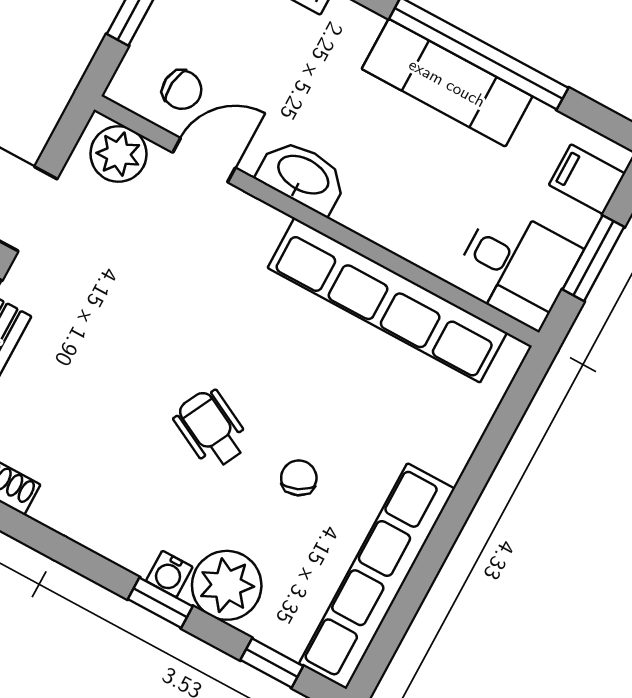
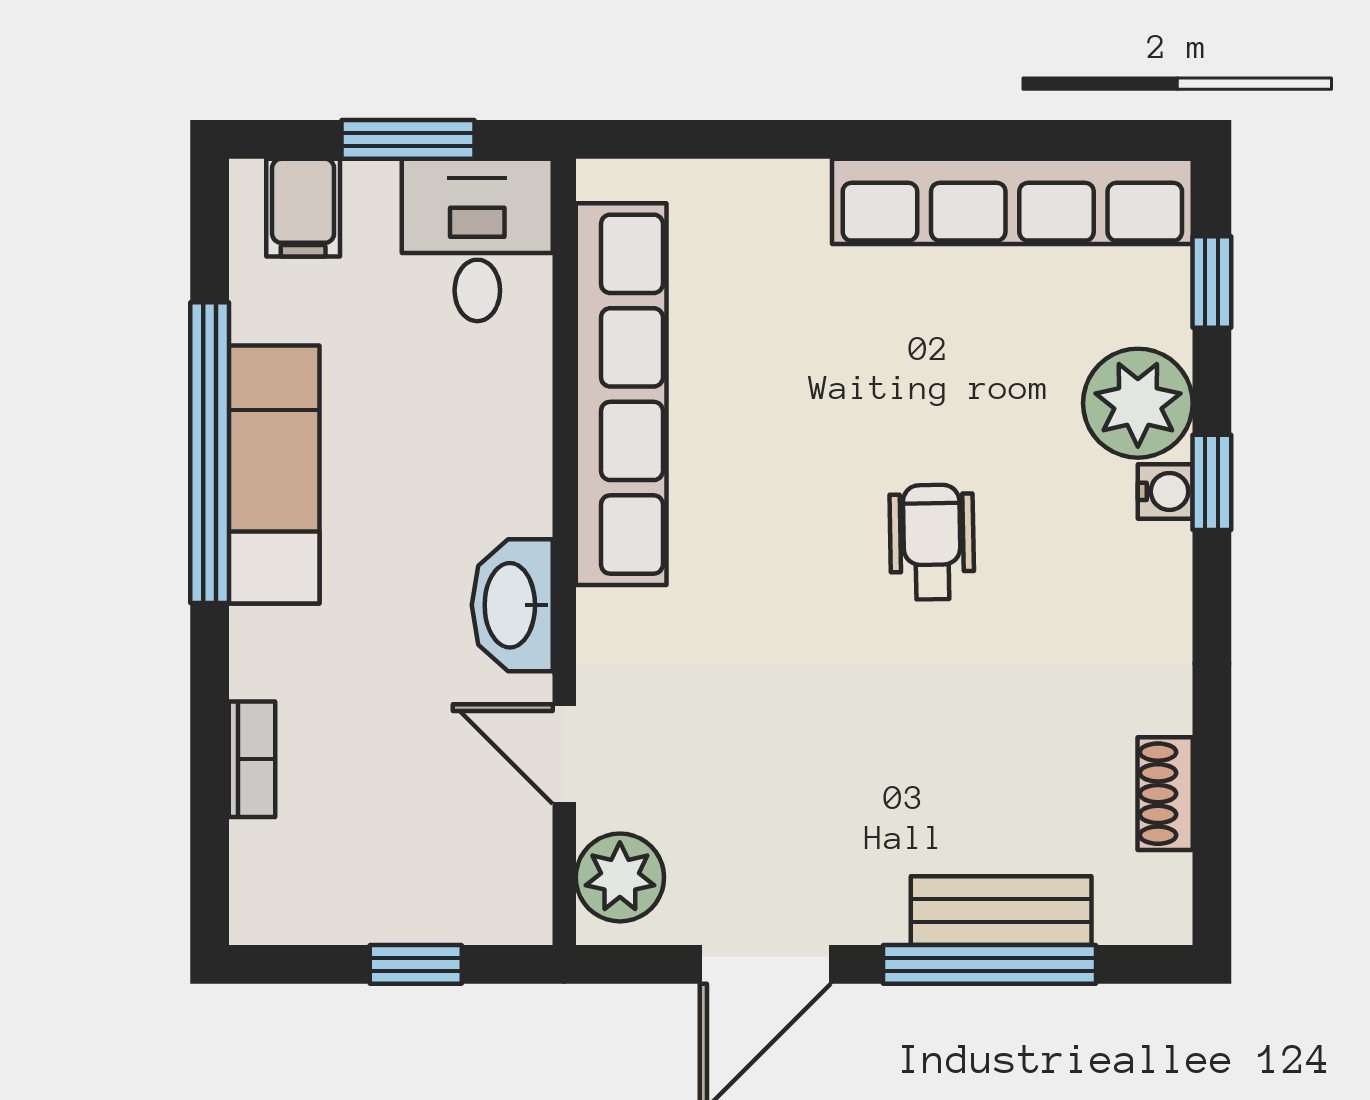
chair: (182, 90) -> (483, 838), removed
wheelchair: (211, 429) -> (932, 542), turned 152
chair: (299, 478) -> (934, 384), removed

